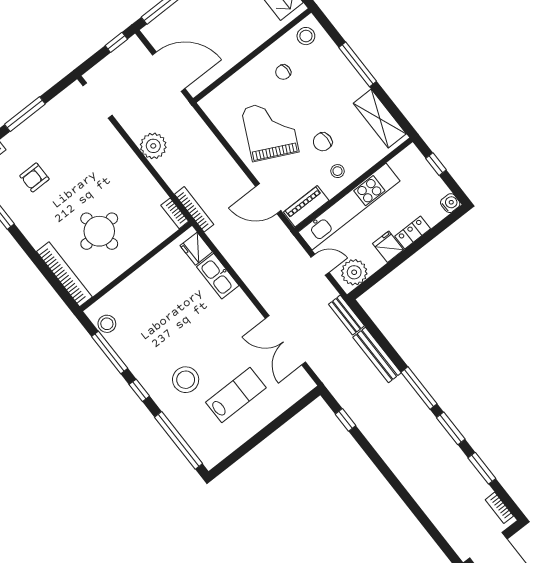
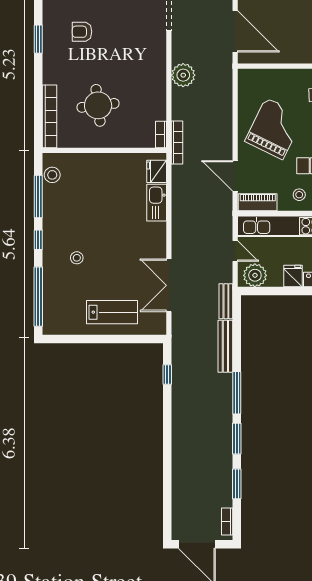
stool: (186, 380) -> (77, 258), width x0.53, depth x0.53
lab bench: (236, 395) -> (112, 312), moved

